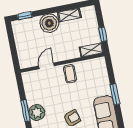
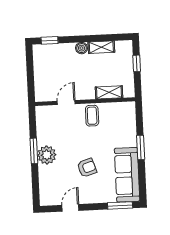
boiler: (49, 23) -> (82, 48), width x0.54, depth x0.54
window: (103, 34) -> (137, 63), moved
shelving: (91, 50) -> (109, 92), moved

